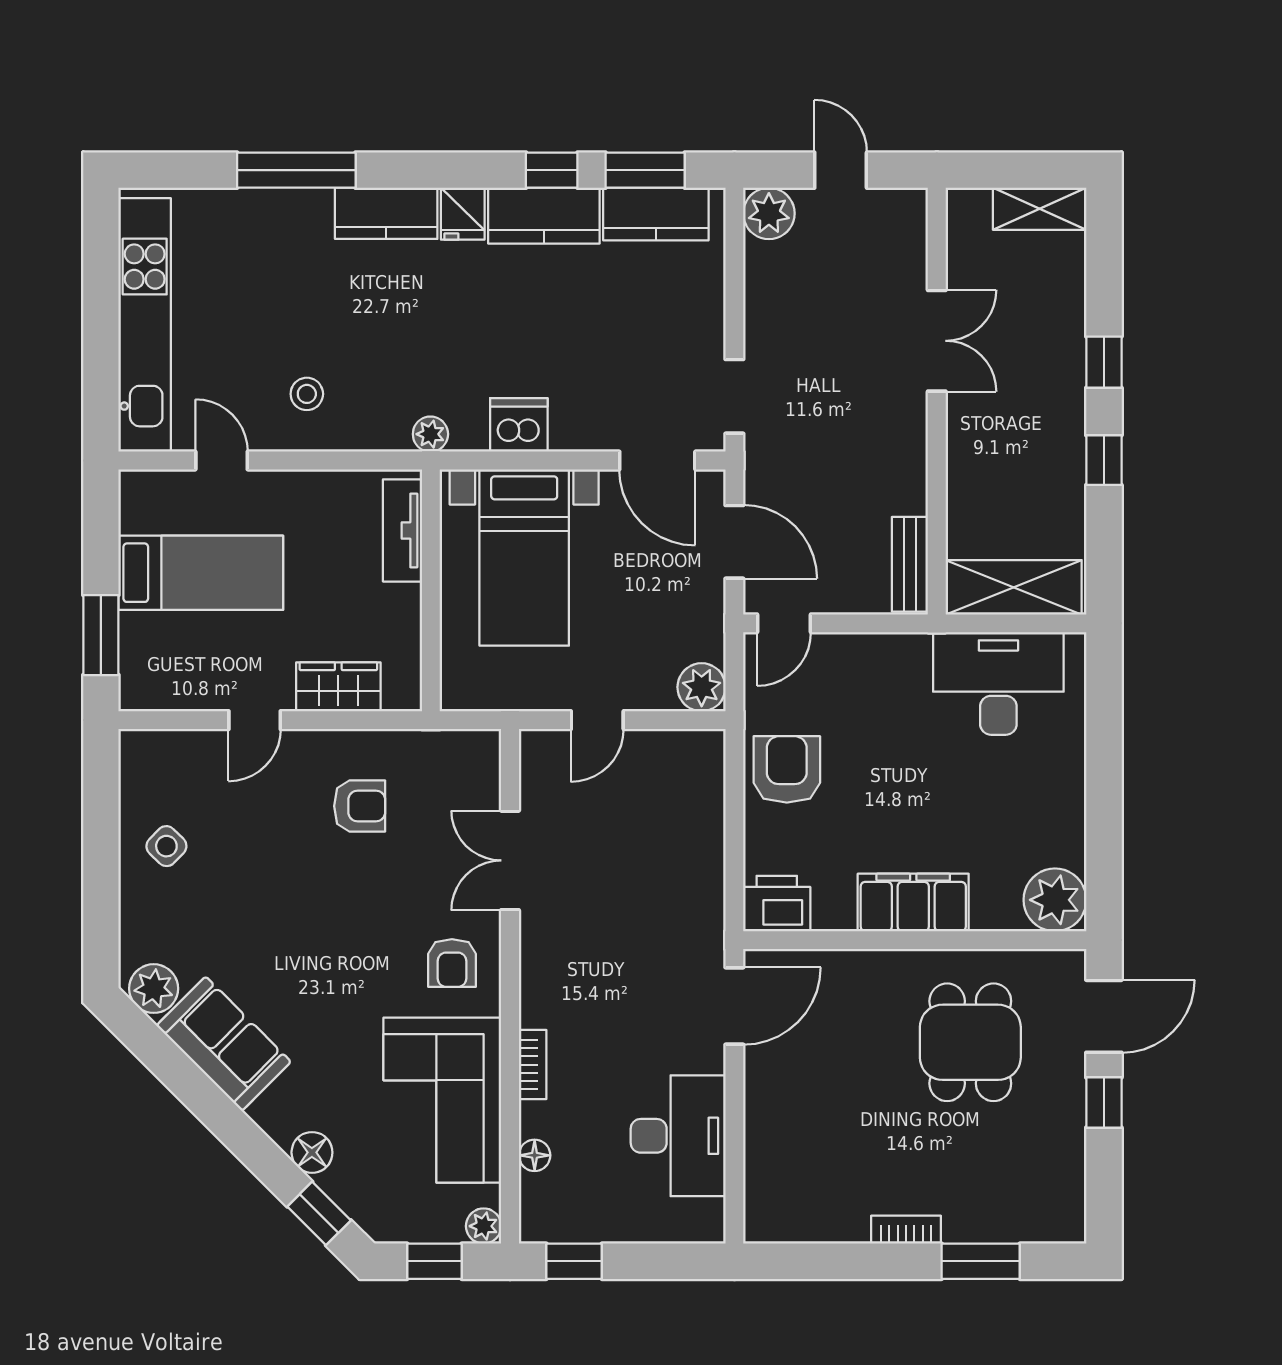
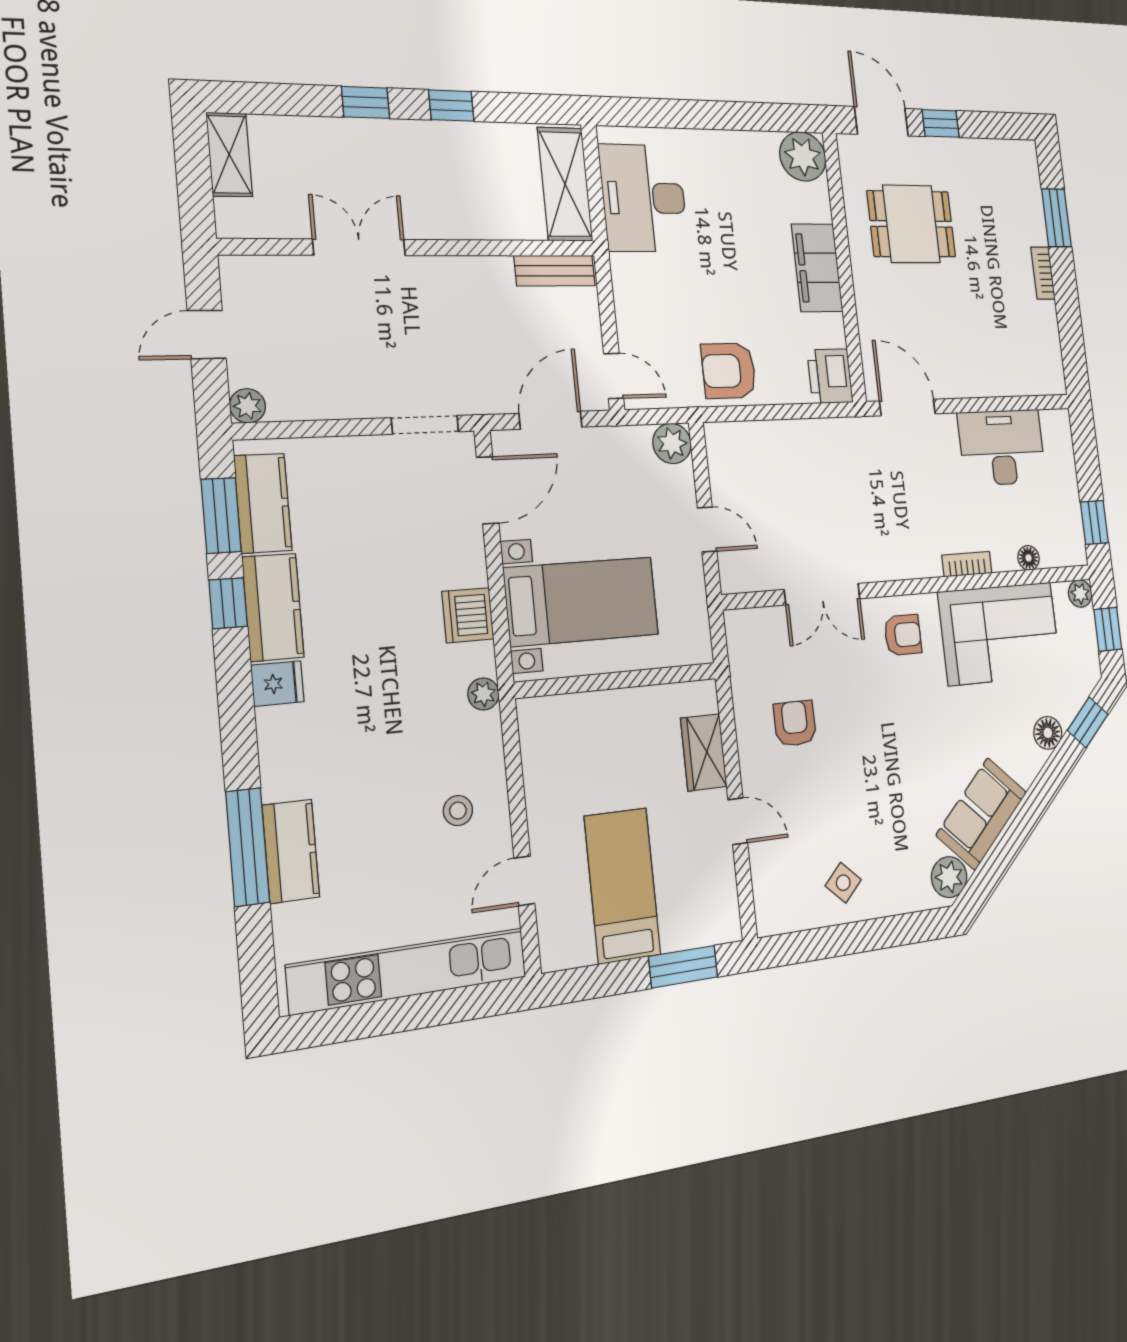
kitchen counter: (386, 213) -> (291, 851), moved
plant: (769, 213) -> (248, 406), width x0.73, depth x0.73
tv unit: (403, 530) -> (569, 710), removed

